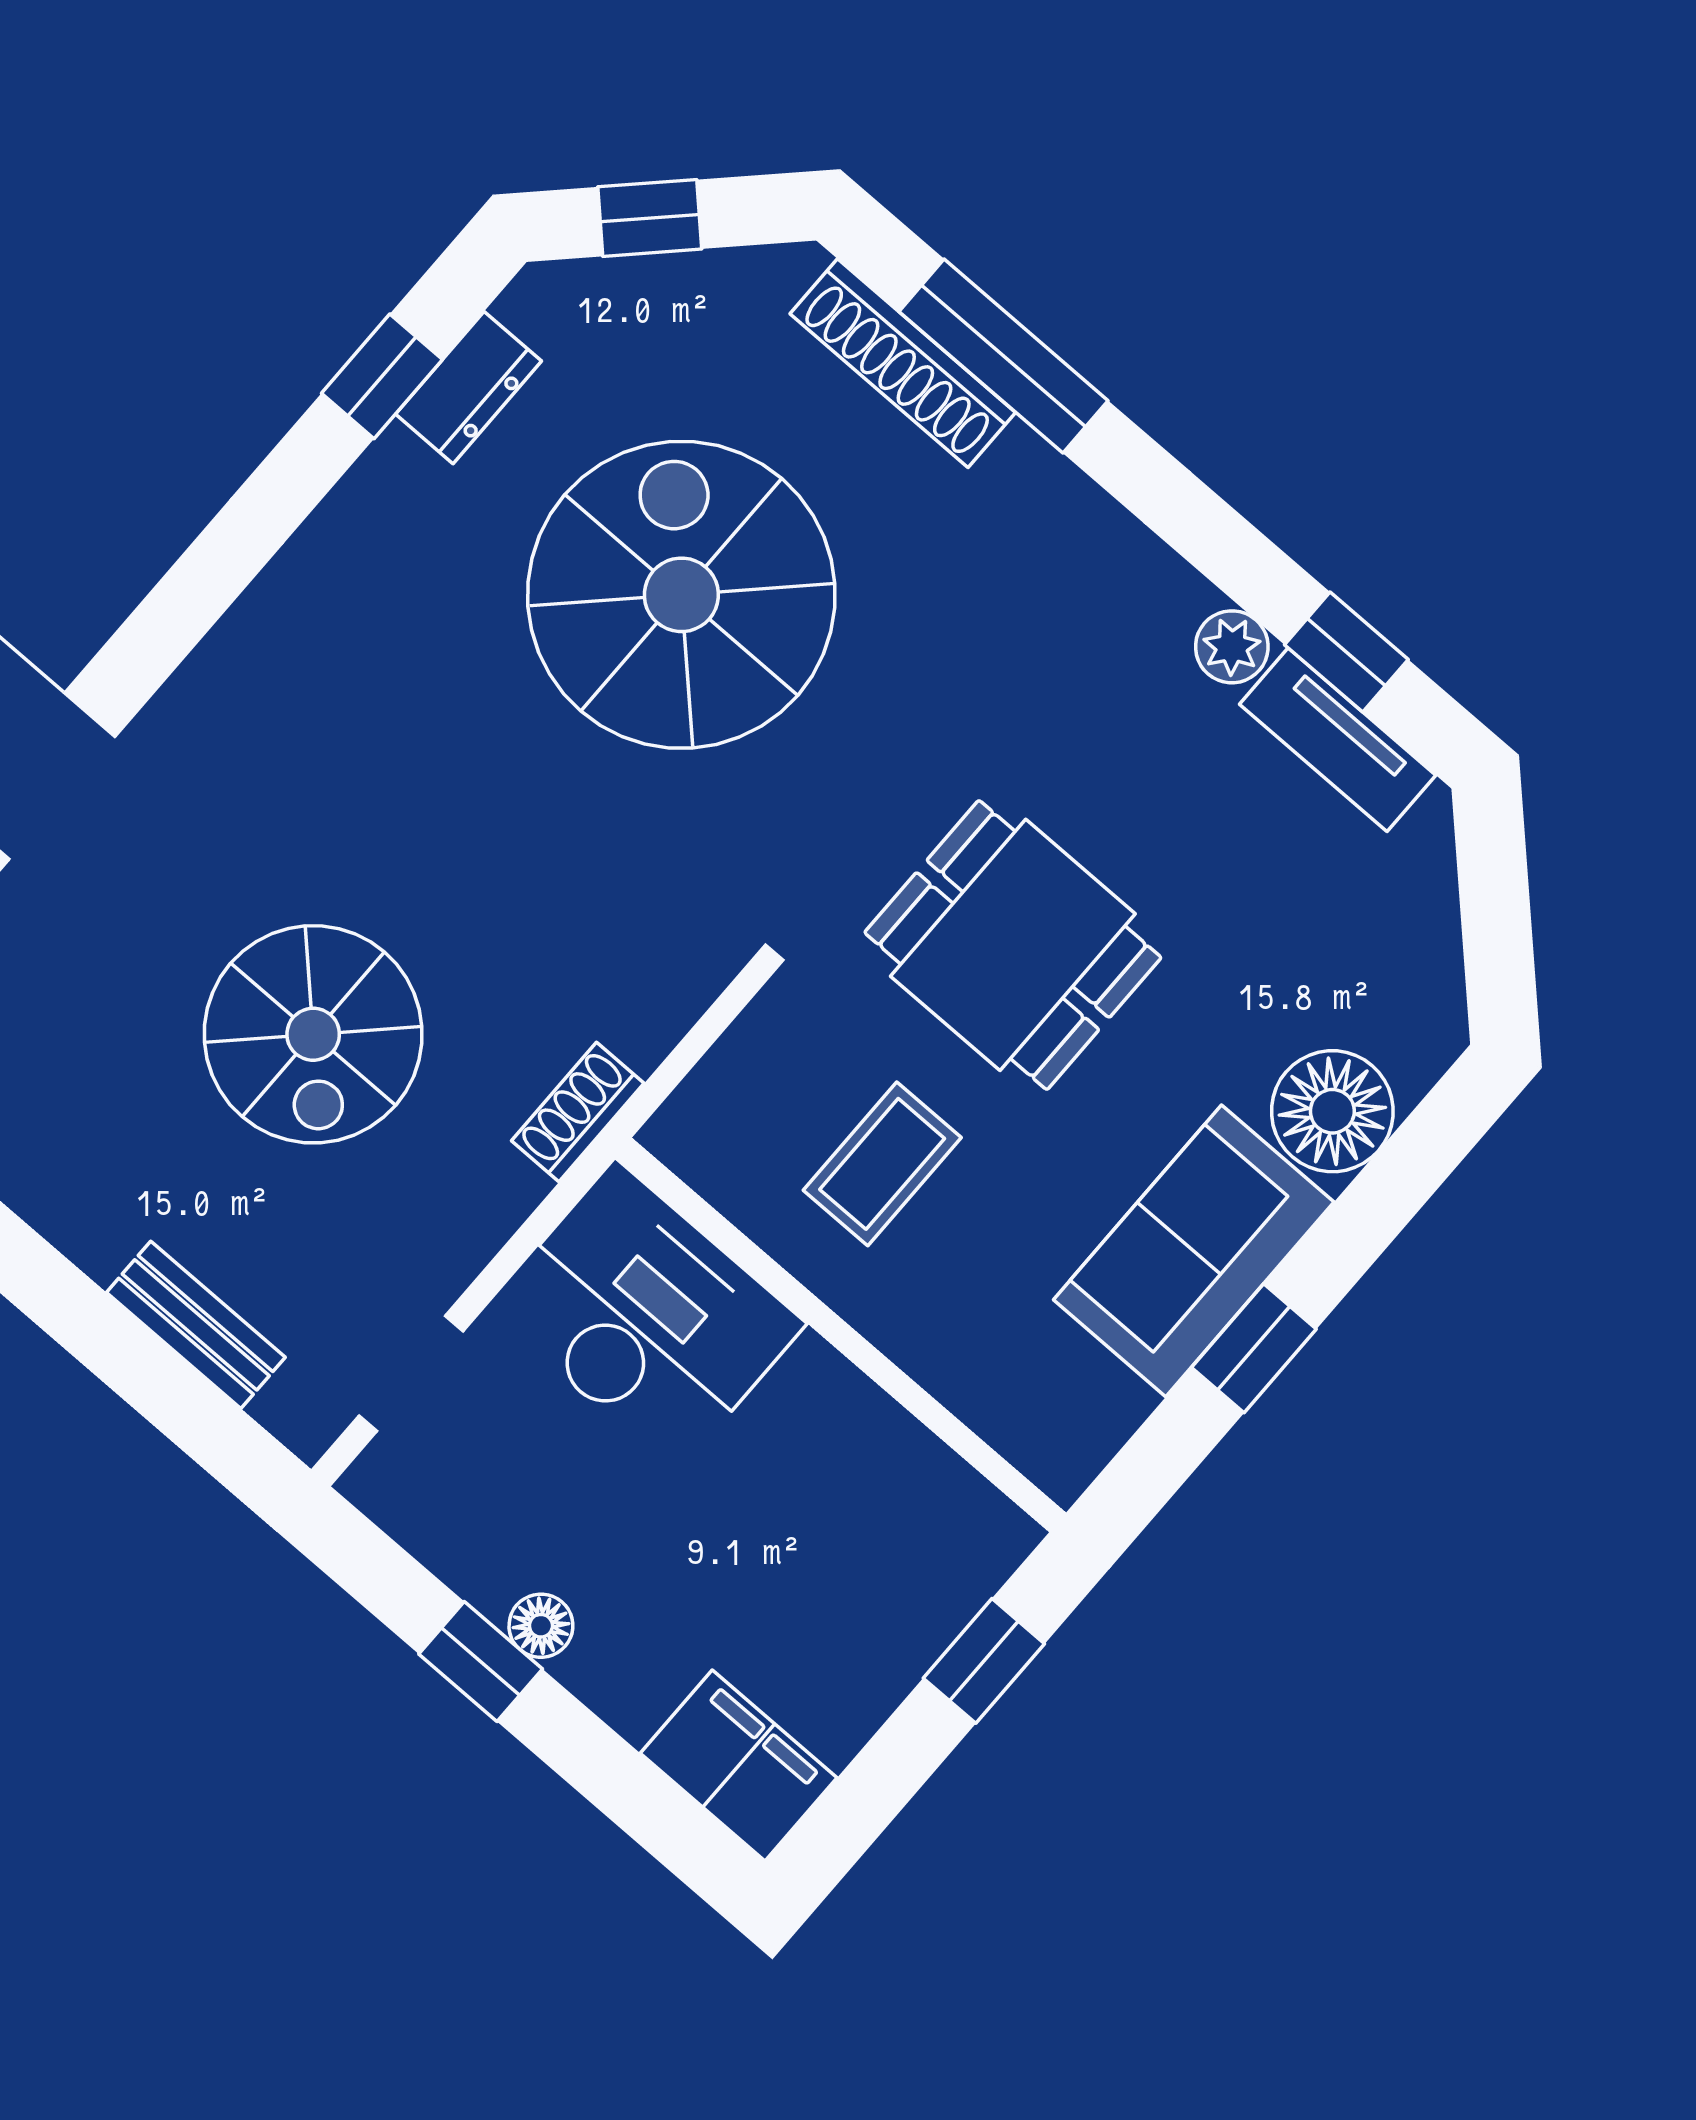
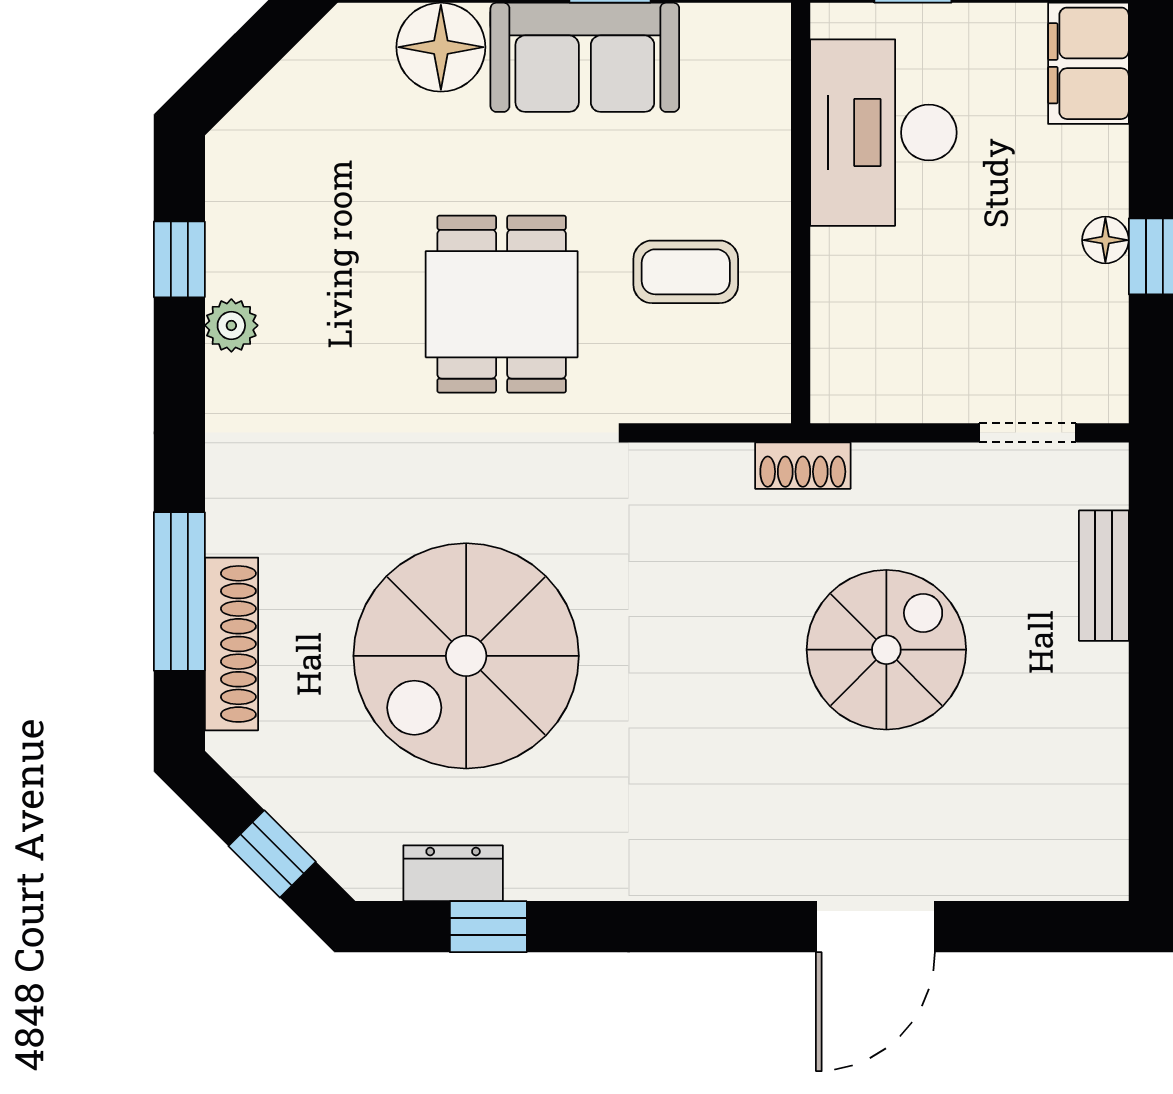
tv unit: (1338, 740) -> (232, 222), removed
desk: (646, 1316) -> (883, 133), moved

